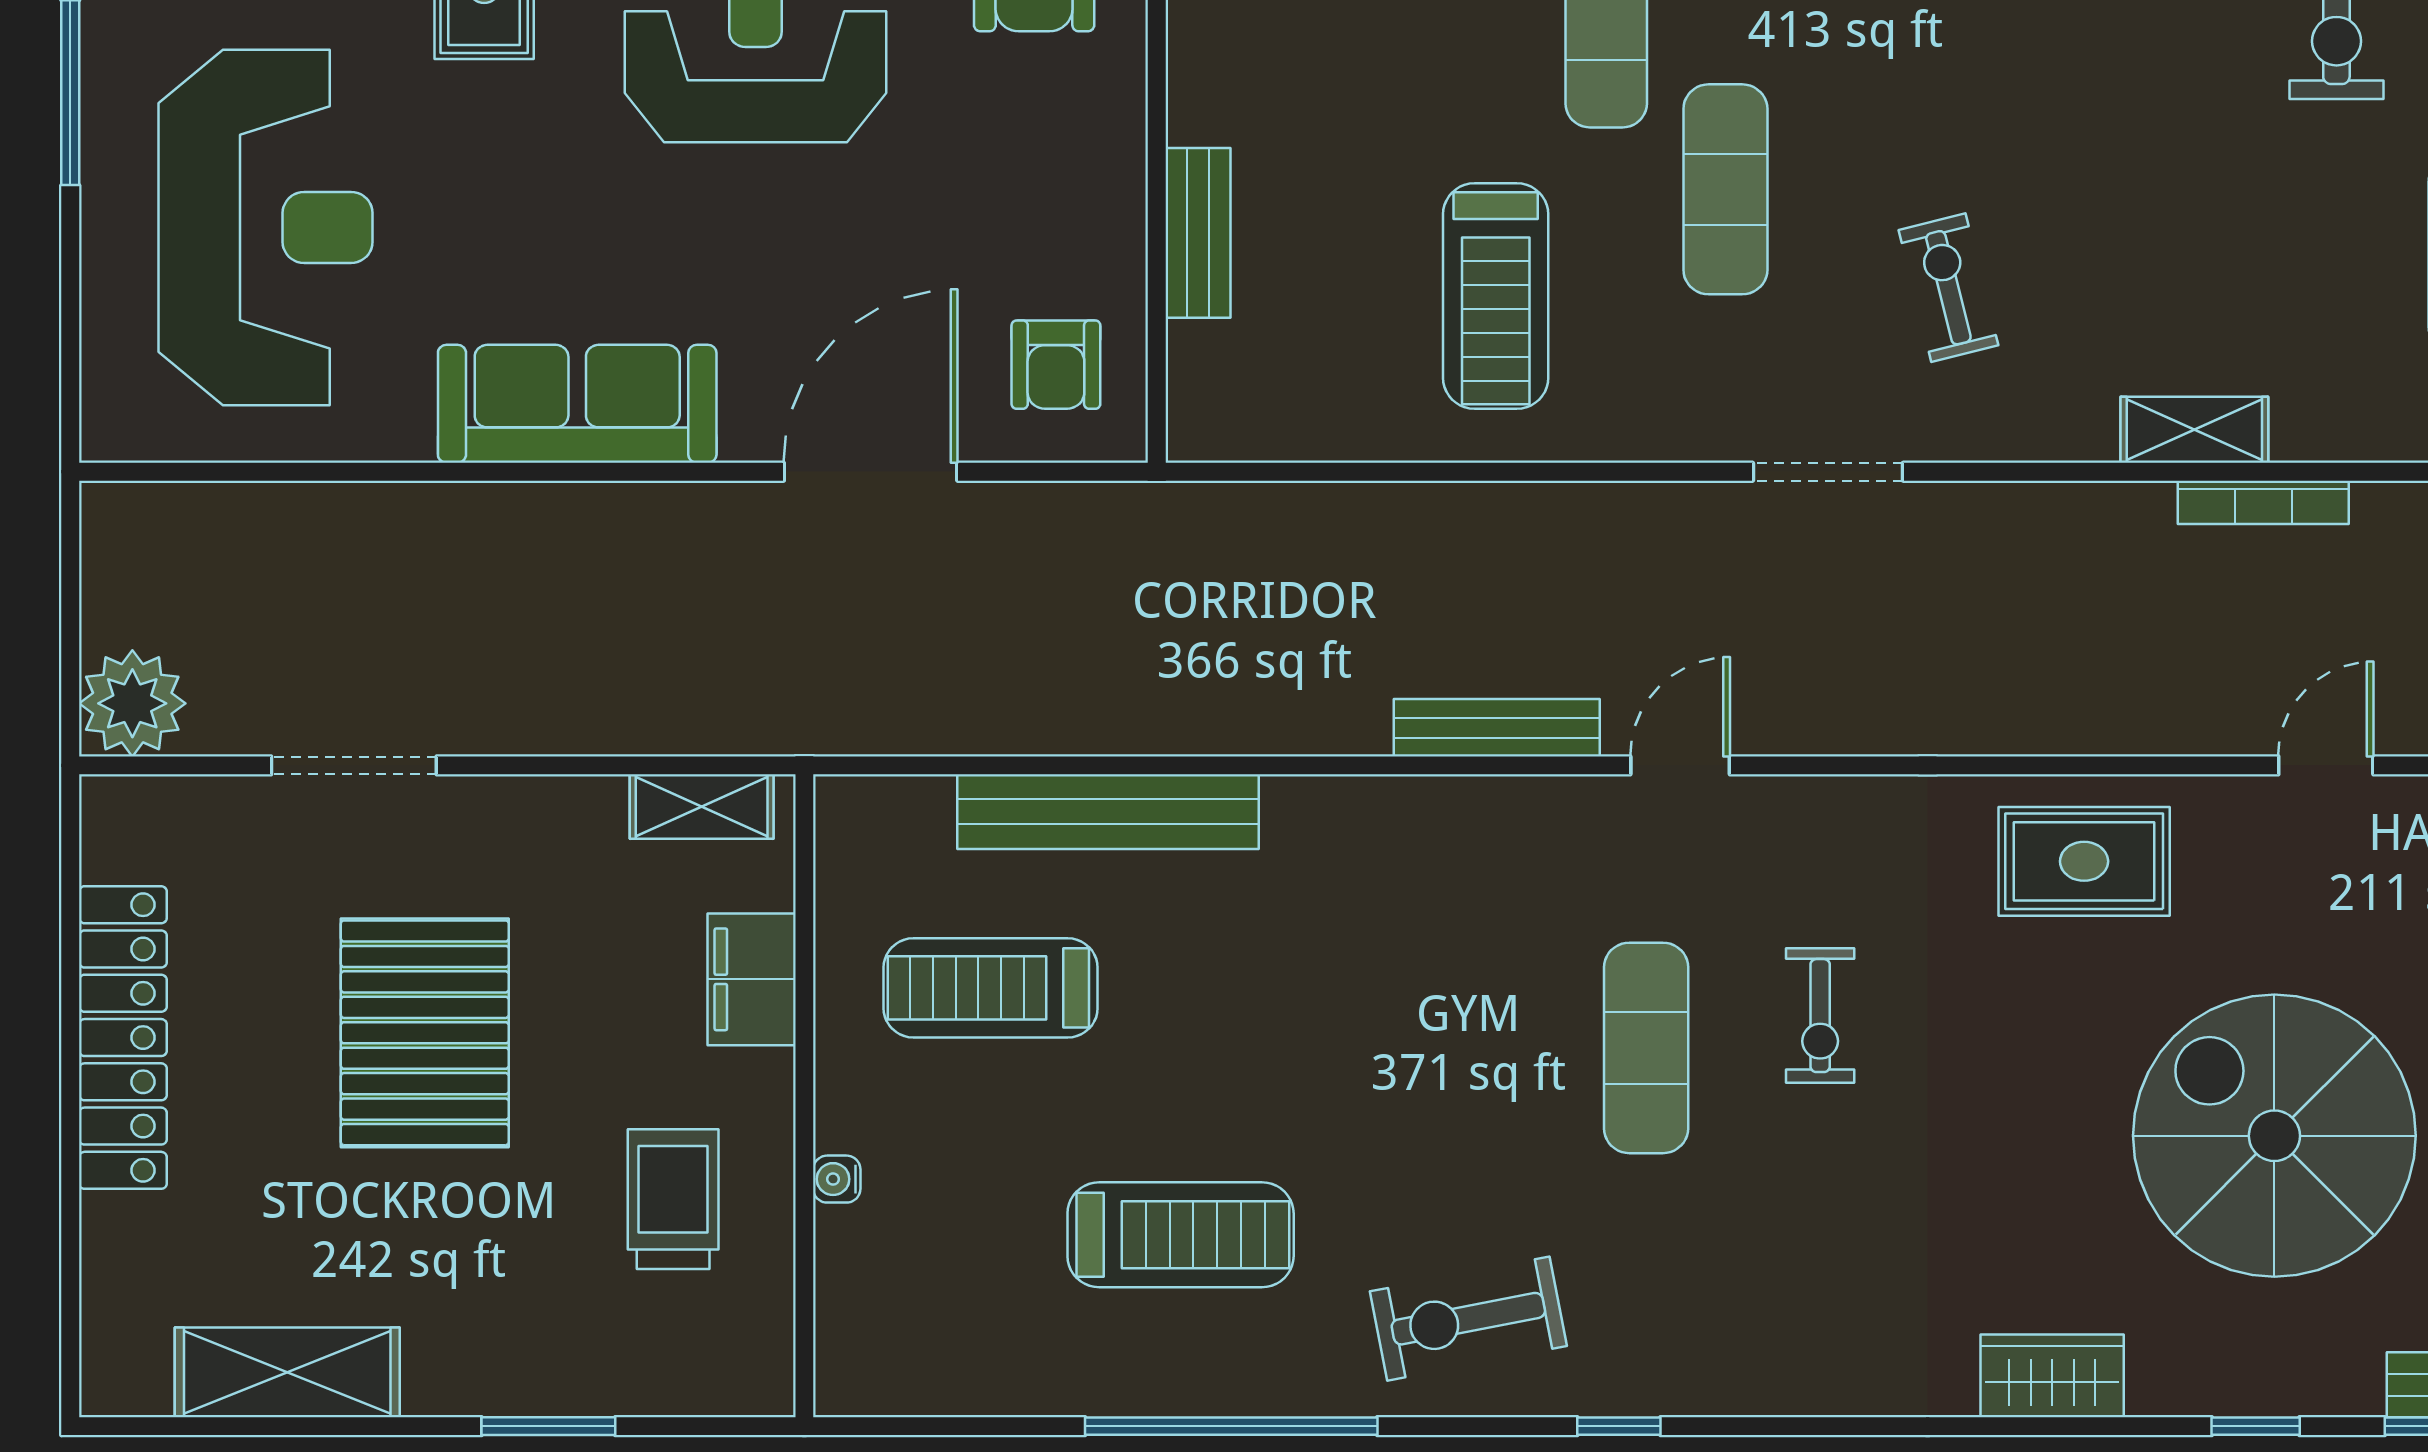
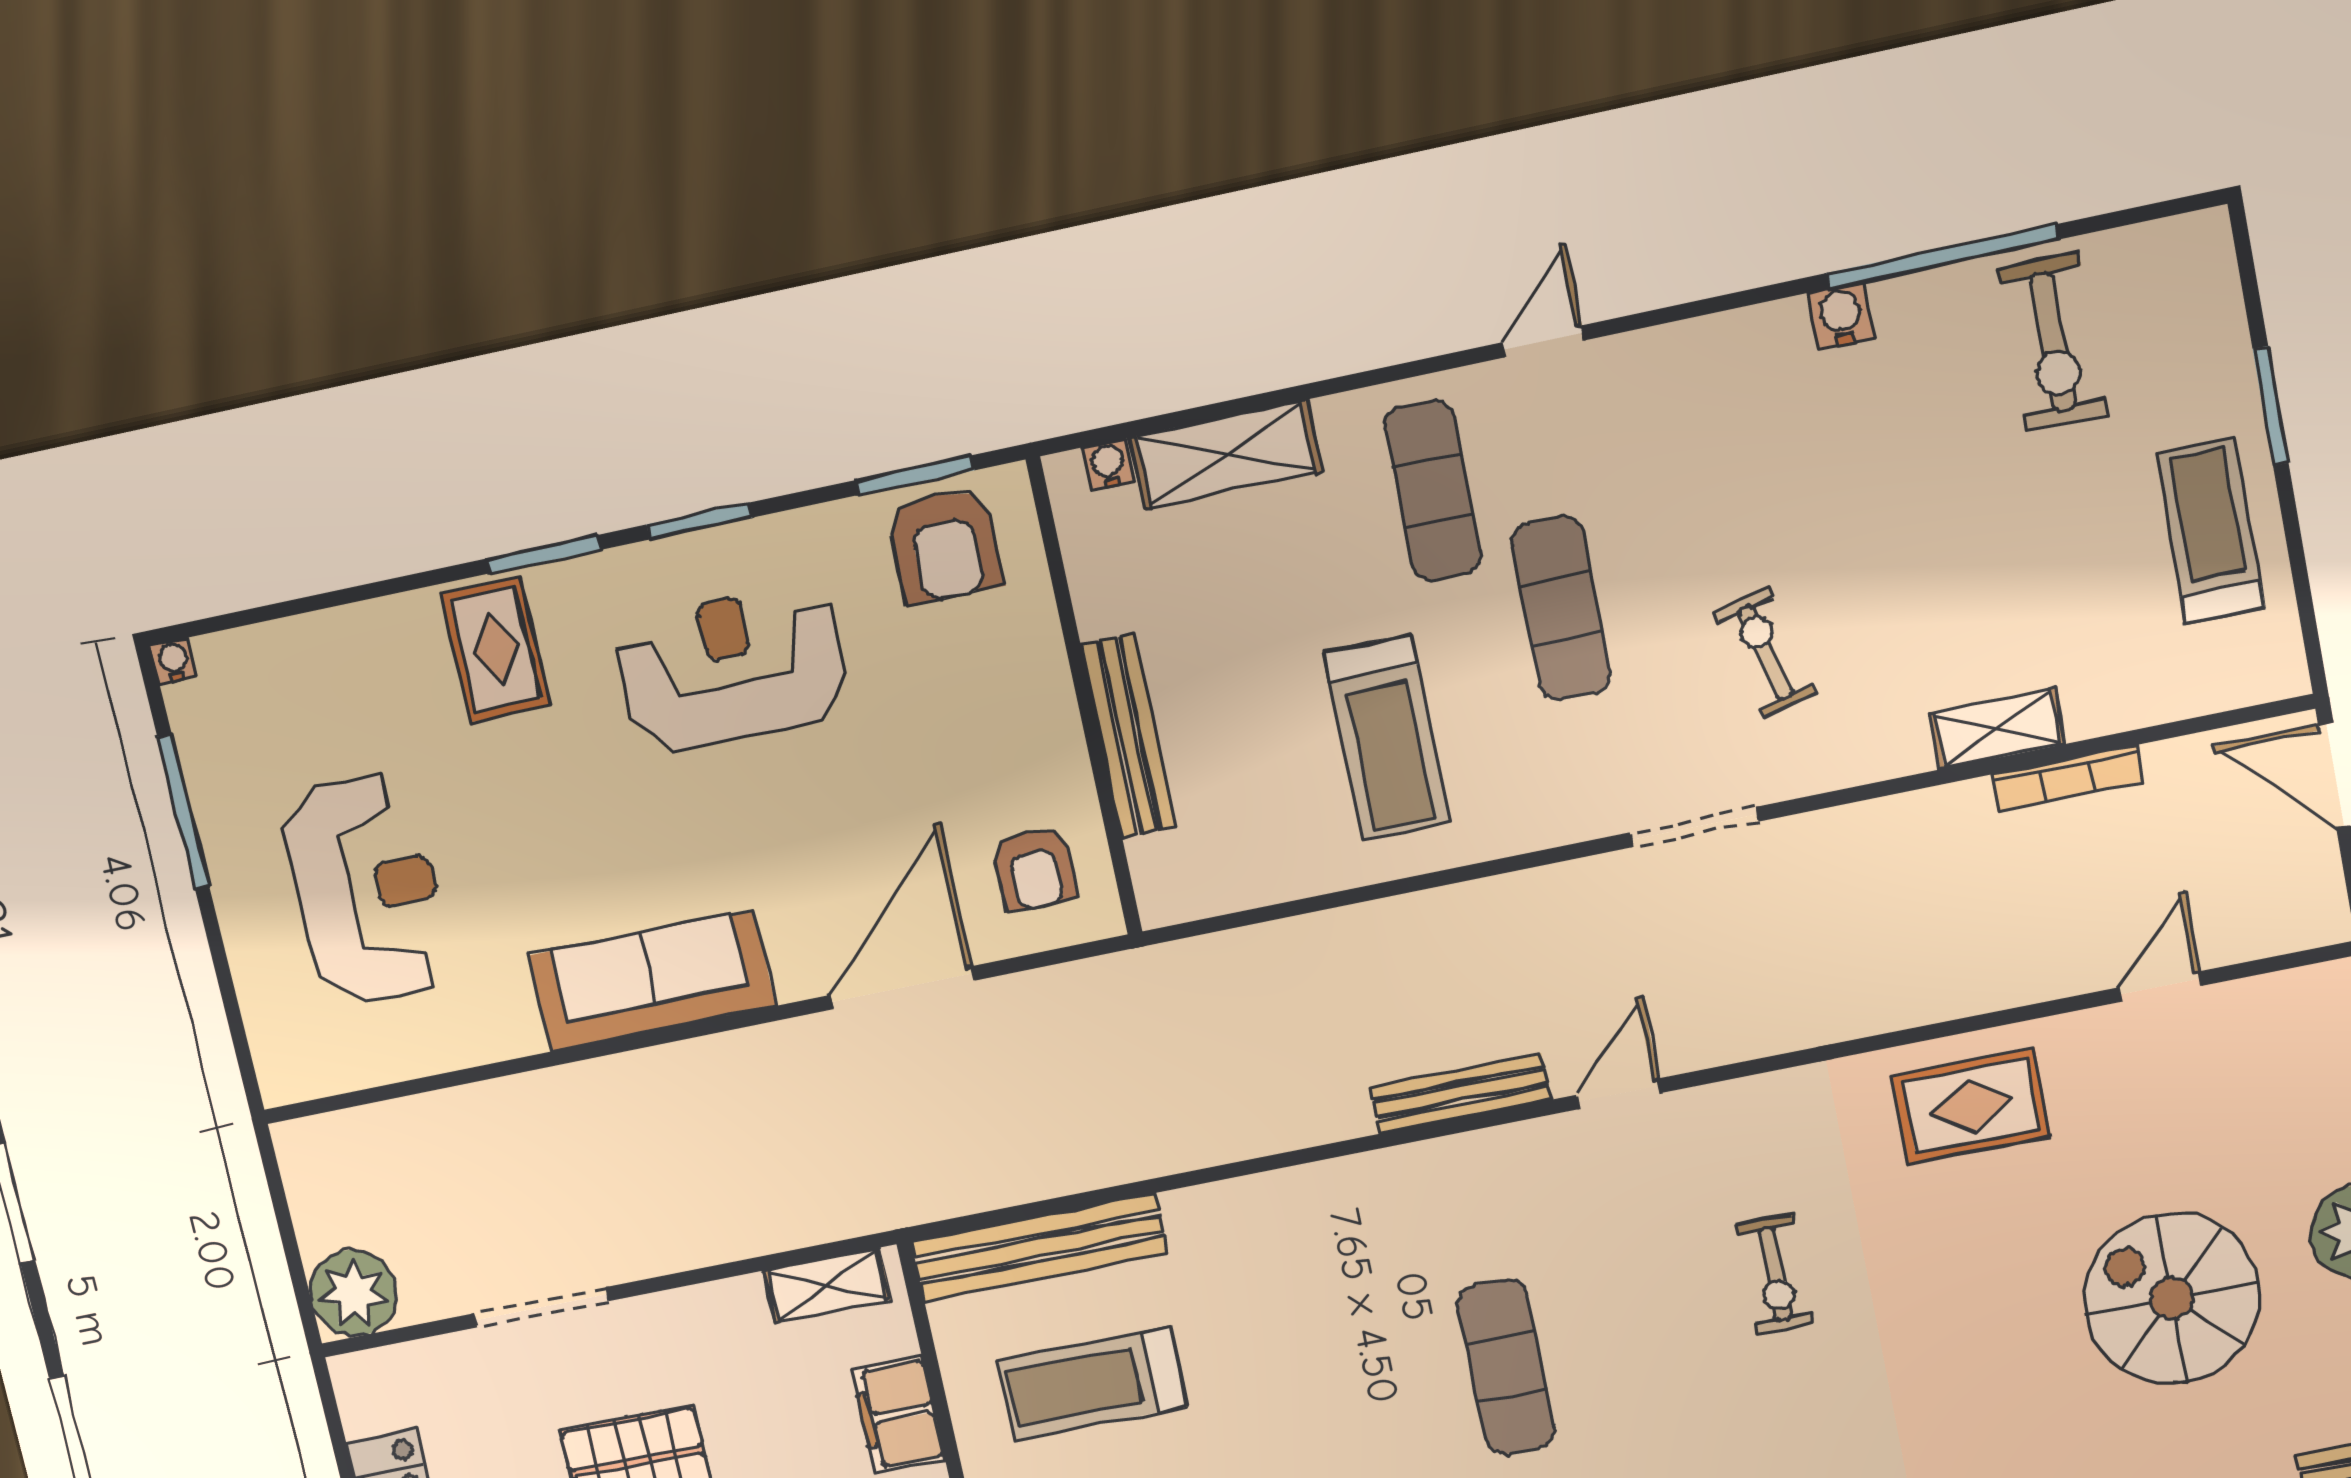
reception desk: (266, 227) -> (367, 889), width x0.74, depth x0.77
bench: (1198, 233) -> (1128, 736), width x1.36
bench: (1108, 812) -> (1039, 1247), moved
exercise mat: (1646, 1048) -> (1506, 1367), moved
spiral stairs: (2274, 1136) -> (2172, 1298), width x0.73, depth x0.73

